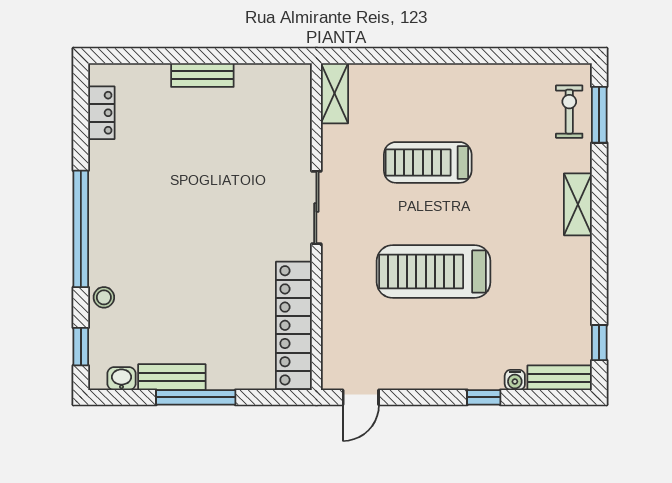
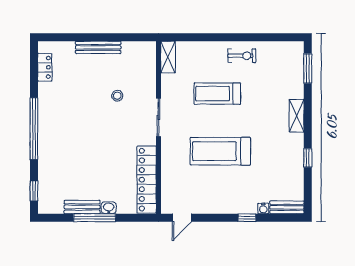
bench: (202, 75) -> (98, 47), width x1.36
exercise bike: (569, 112) -> (242, 56), moved, turned 90
stool: (104, 297) -> (117, 96), moved
window: (599, 343) -> (308, 158), moved
washbasin: (121, 379) -> (109, 208), moved

